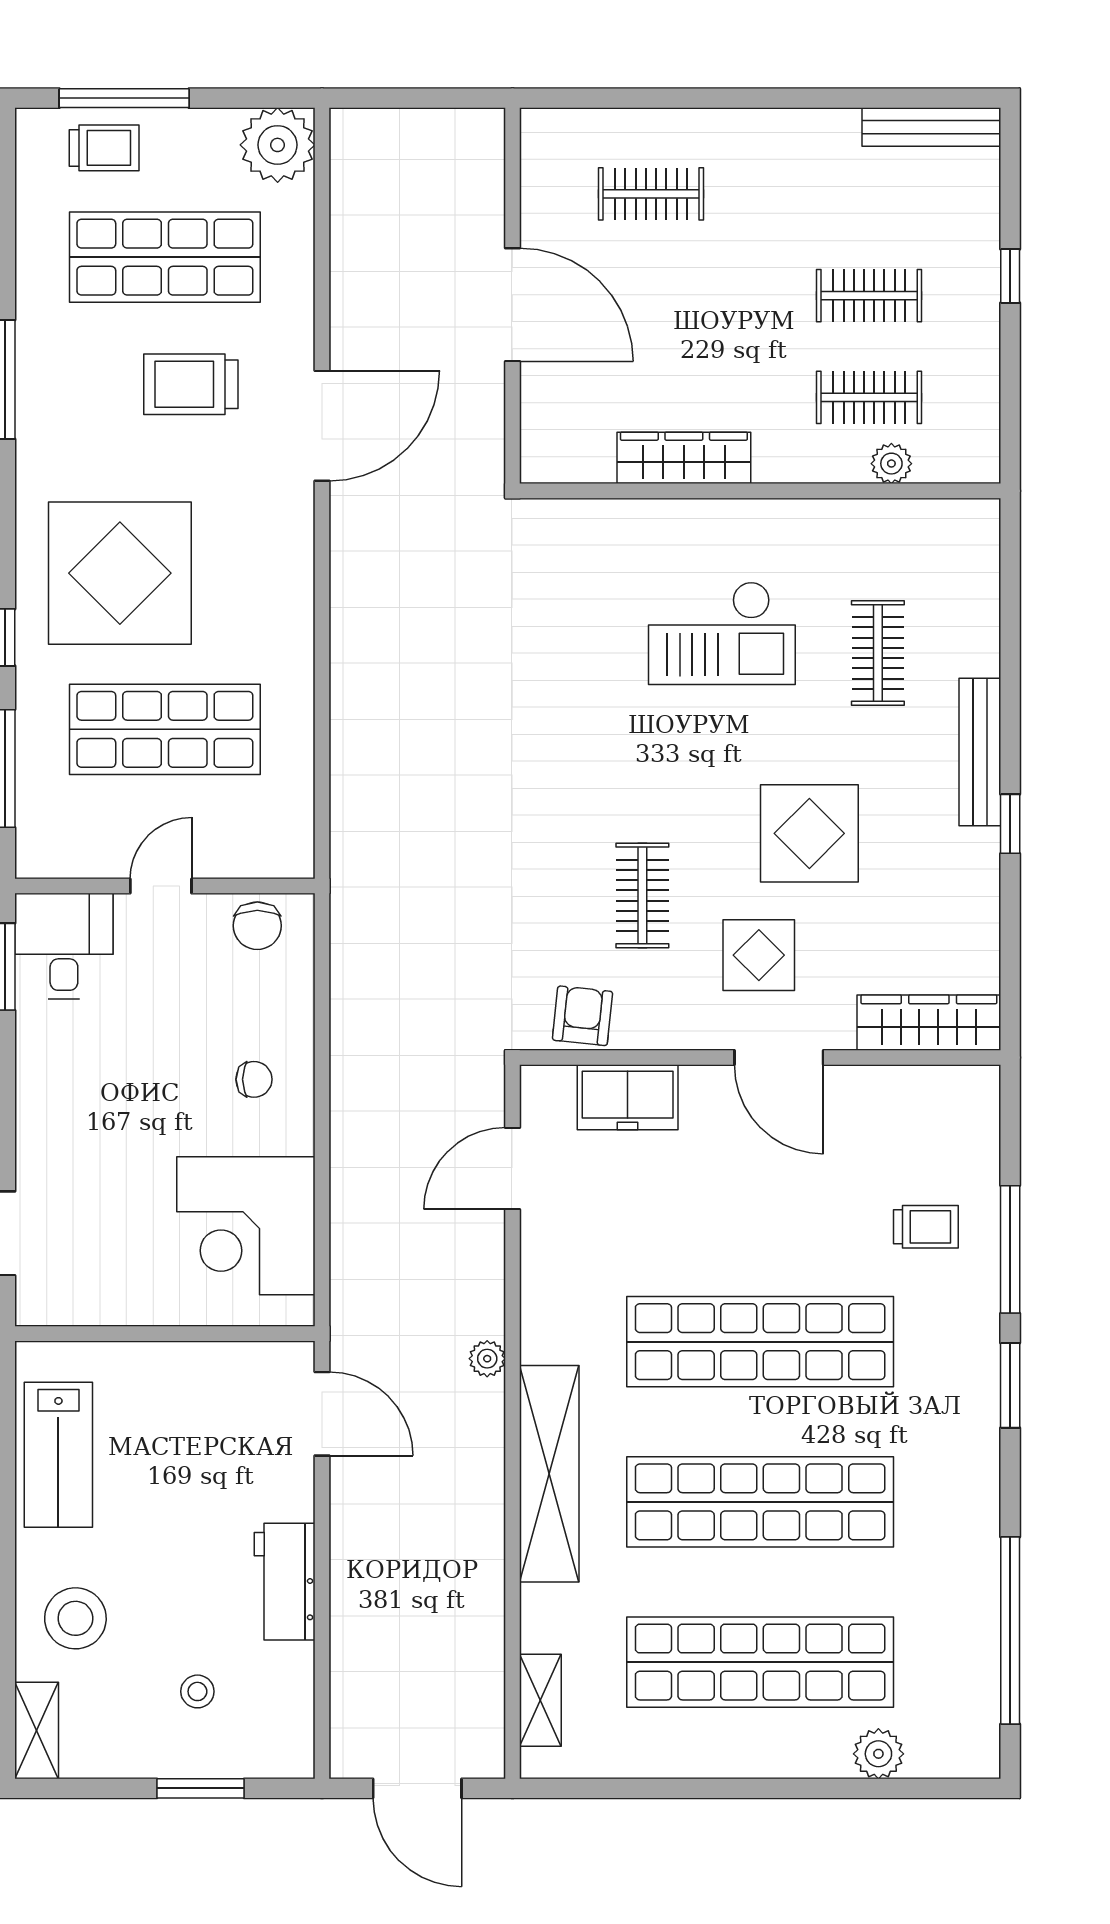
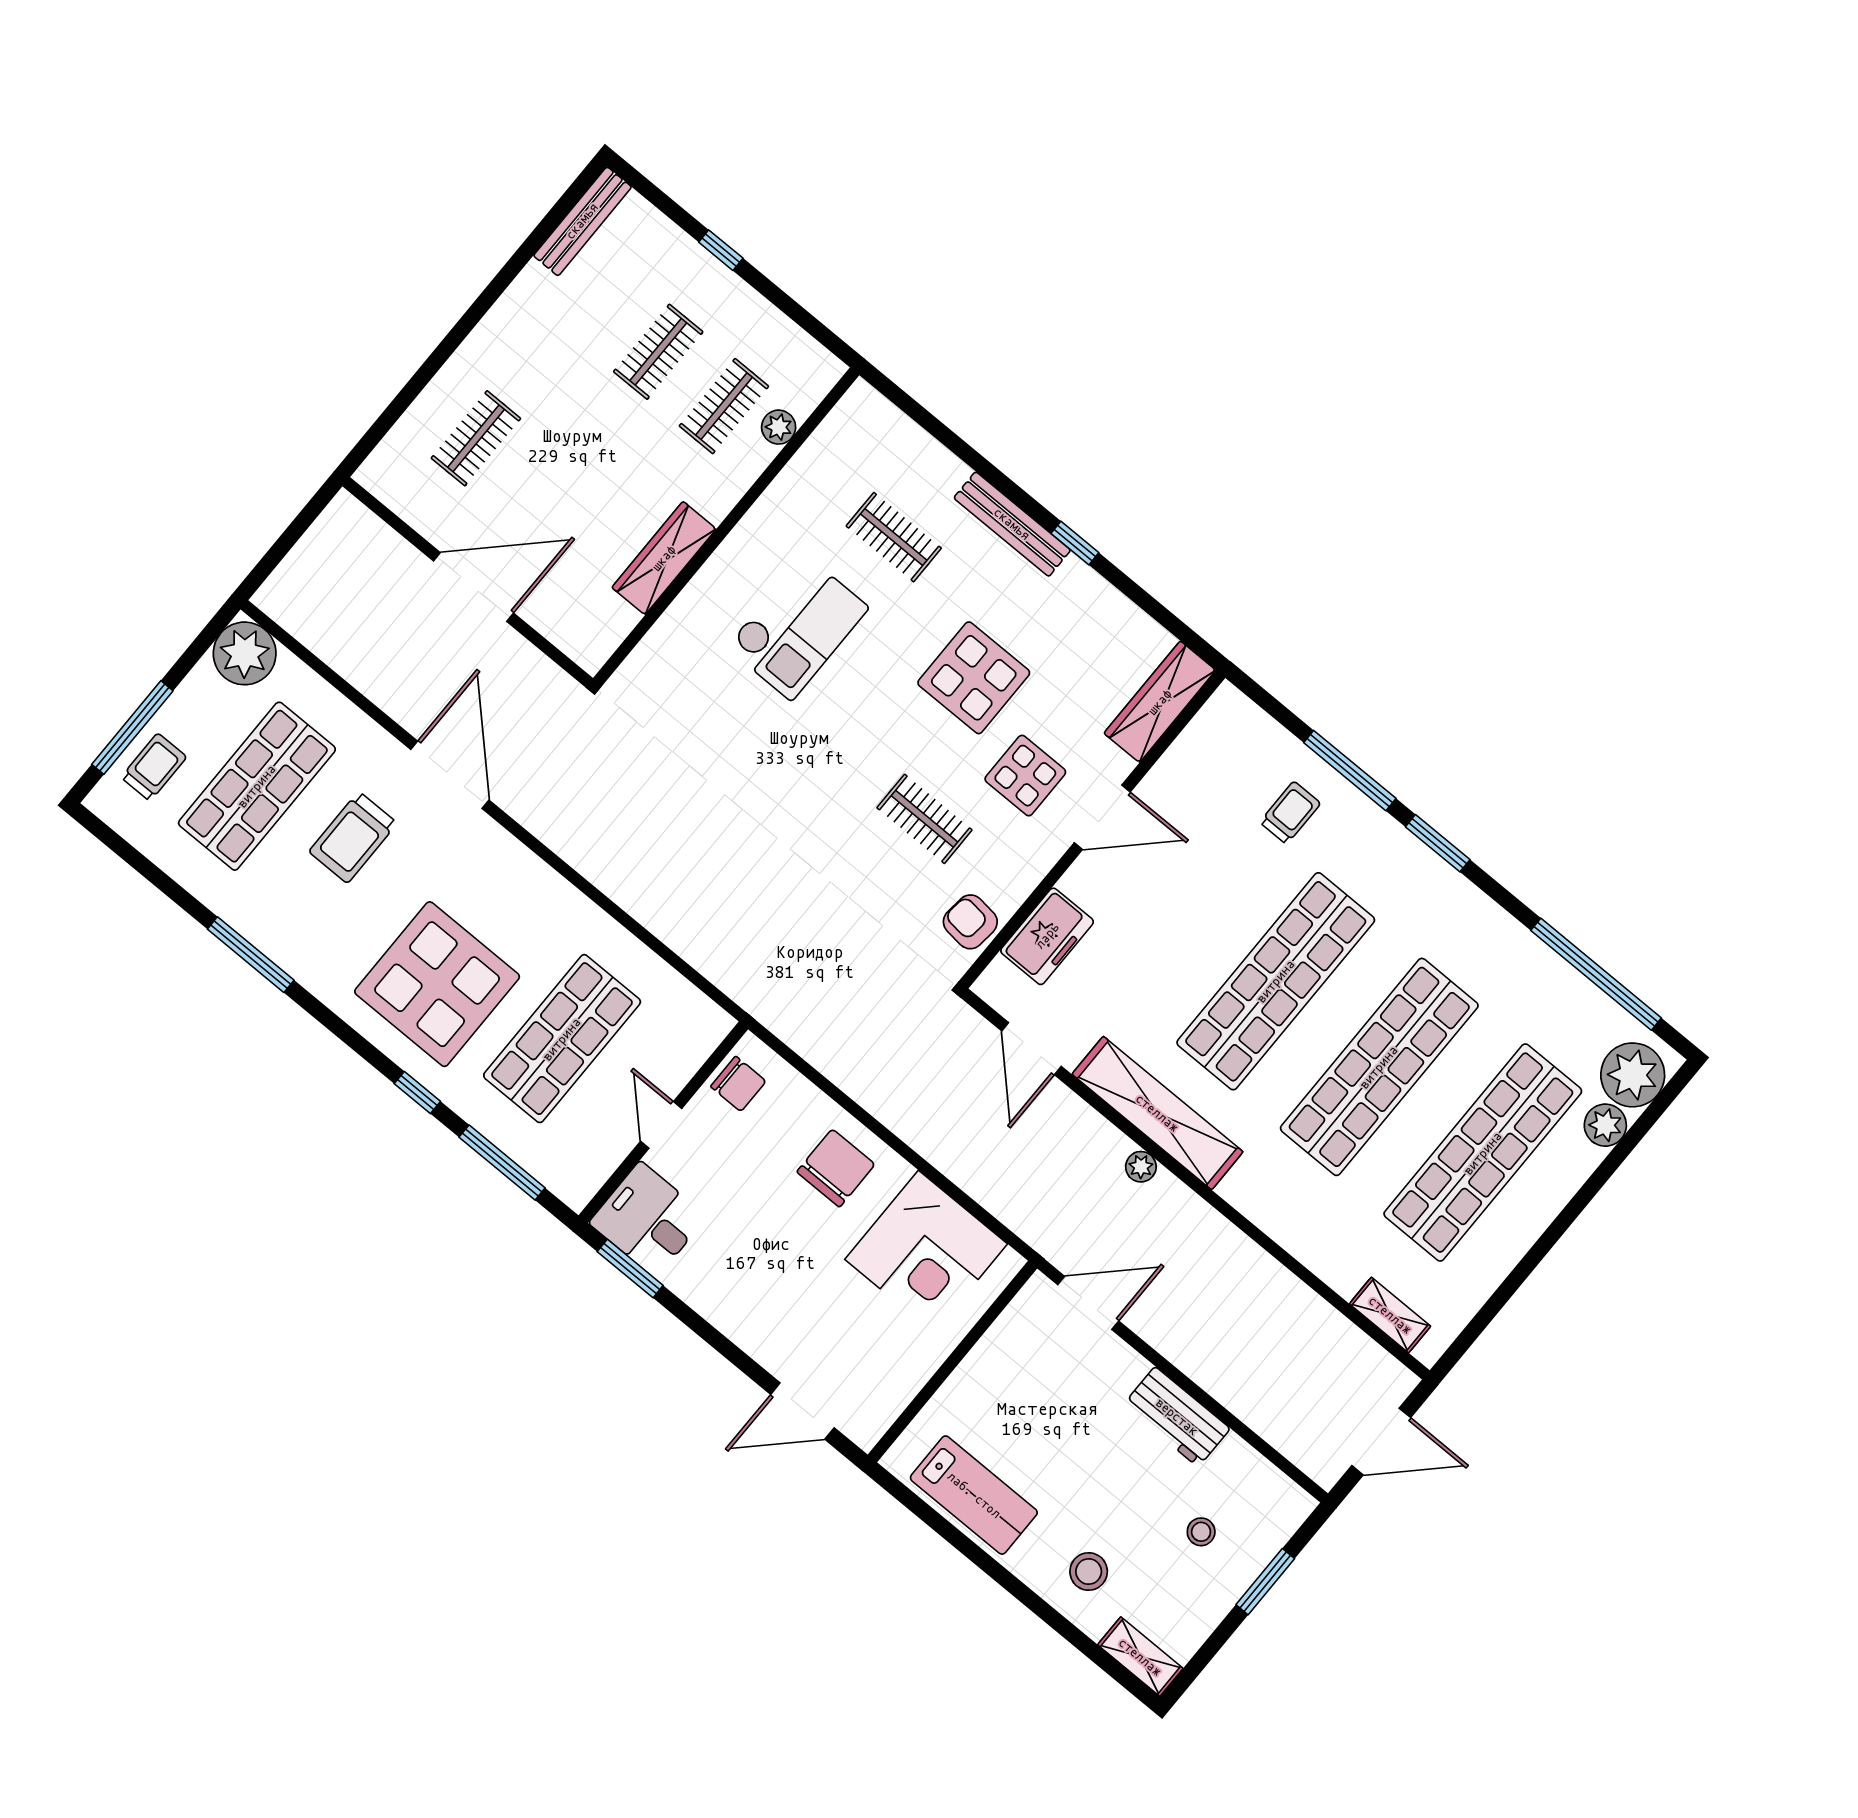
chair: (254, 1079) -> (836, 1168), width x1.87, depth x1.87
shelving: (549, 1474) -> (1157, 1113), moved
stool: (75, 1618) -> (1089, 1572), width x0.73, depth x0.73
plant: (945, 1741) -> (1633, 1075), added

